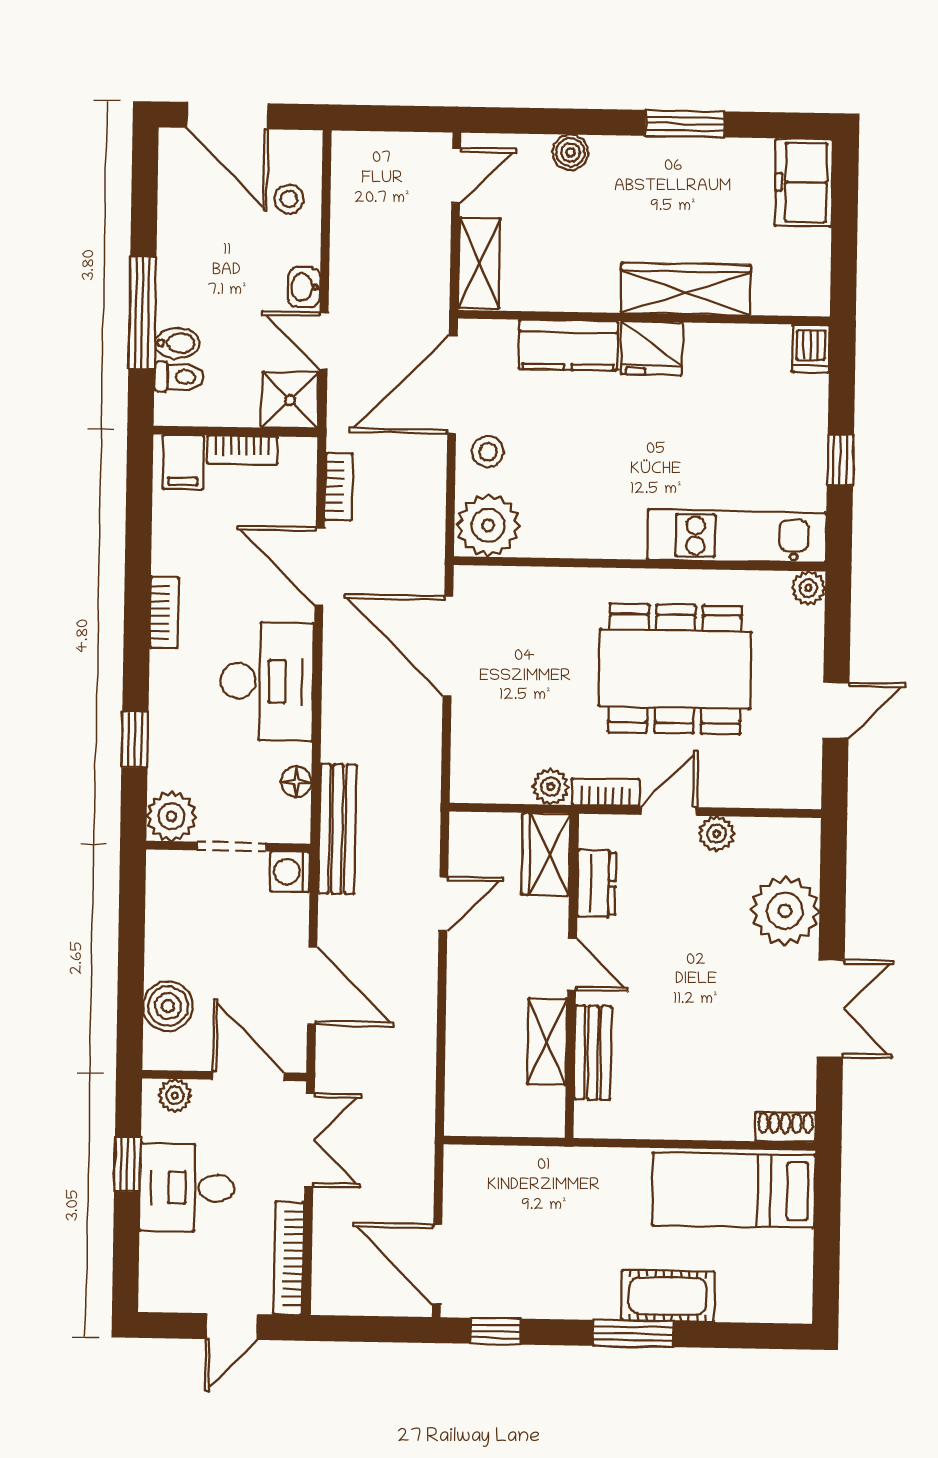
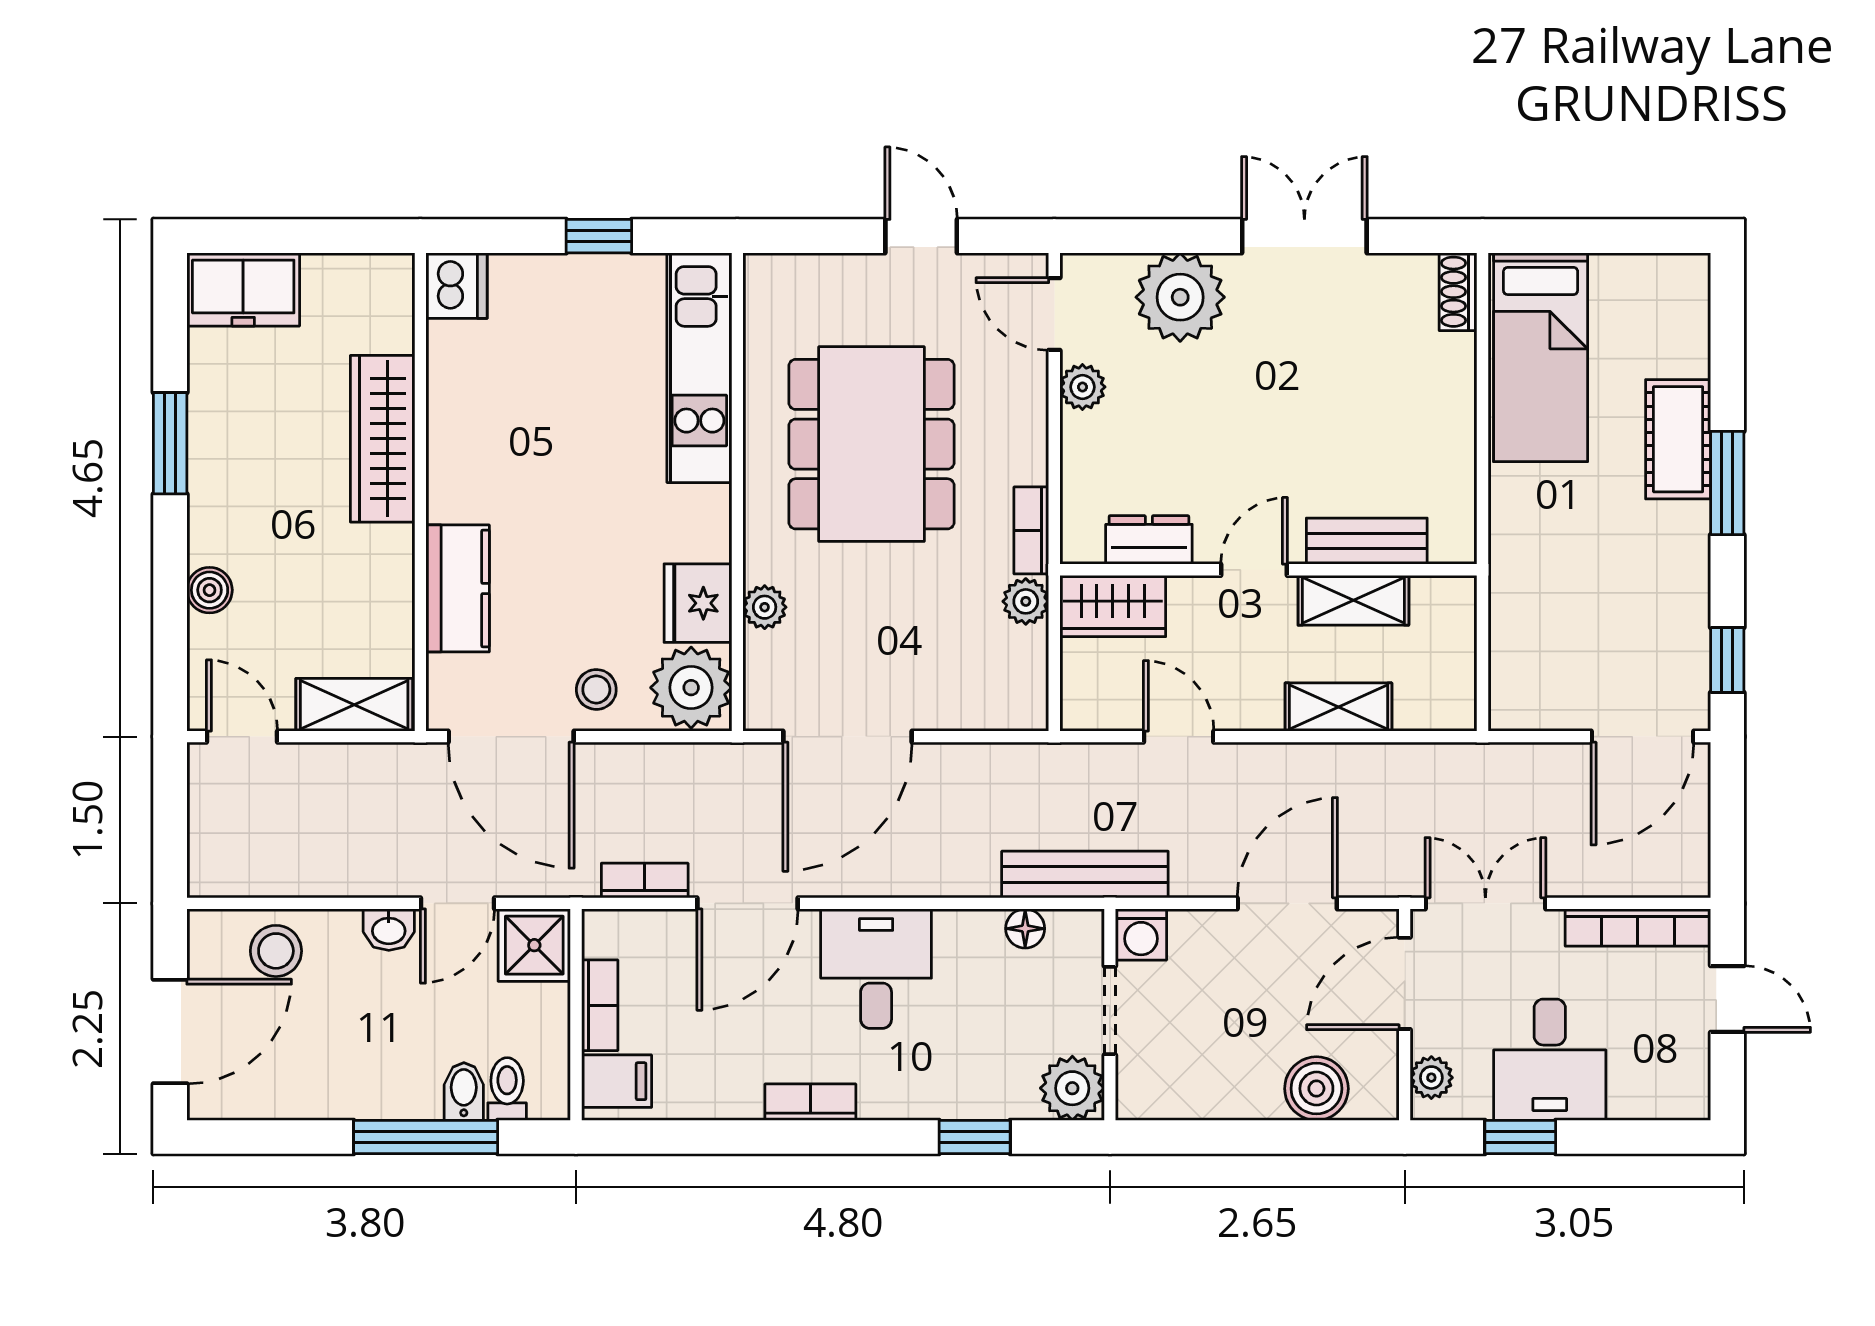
stool: (289, 199) -> (276, 951), width x1.37, depth x1.37
fridge: (652, 348) -> (698, 603), moved, turned 180
dishwasher: (811, 349) -> (457, 286), width x1.38
plant: (808, 588) -> (765, 607), moved
desk: (267, 681) -> (876, 969), width x0.73
door: (669, 811) -> (1054, 314), moved
shelving: (464, 1028) -> (1338, 707), added

